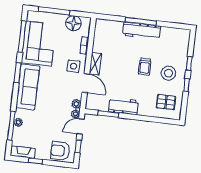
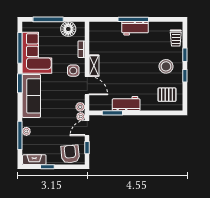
workbench: (142, 31) -> (135, 28), width x0.73
trolley: (145, 67) -> (176, 38), moved
armchair: (60, 151) -> (70, 154), turned 85

